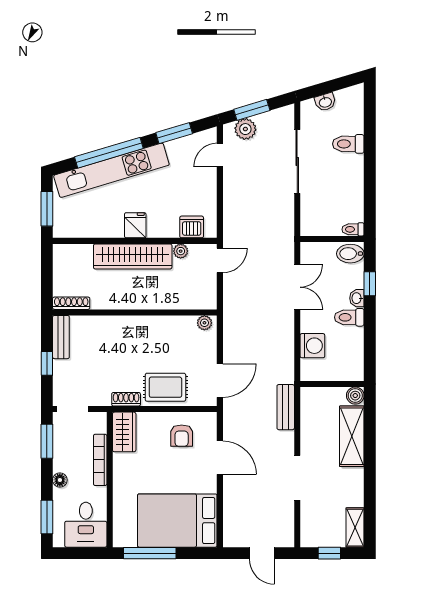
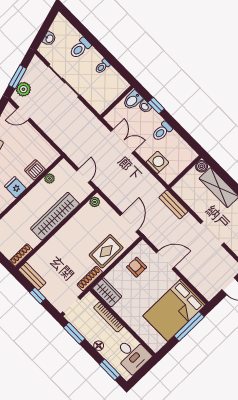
door: (220, 155) -> (23, 114), hinge flipped
dishwasher: (192, 227) -> (35, 170), moved
toilet: (353, 229) -> (102, 66), moved
wardrobe: (133, 256) -> (55, 216), moved, turned 180
door: (220, 260) -> (84, 176), moved
washbasin: (357, 298) -> (145, 106), moved
shoe rack: (126, 399) -> (90, 279), width x1.43
armchair: (182, 436) -> (137, 267), turned 180
window: (150, 553) -> (189, 326), moved

